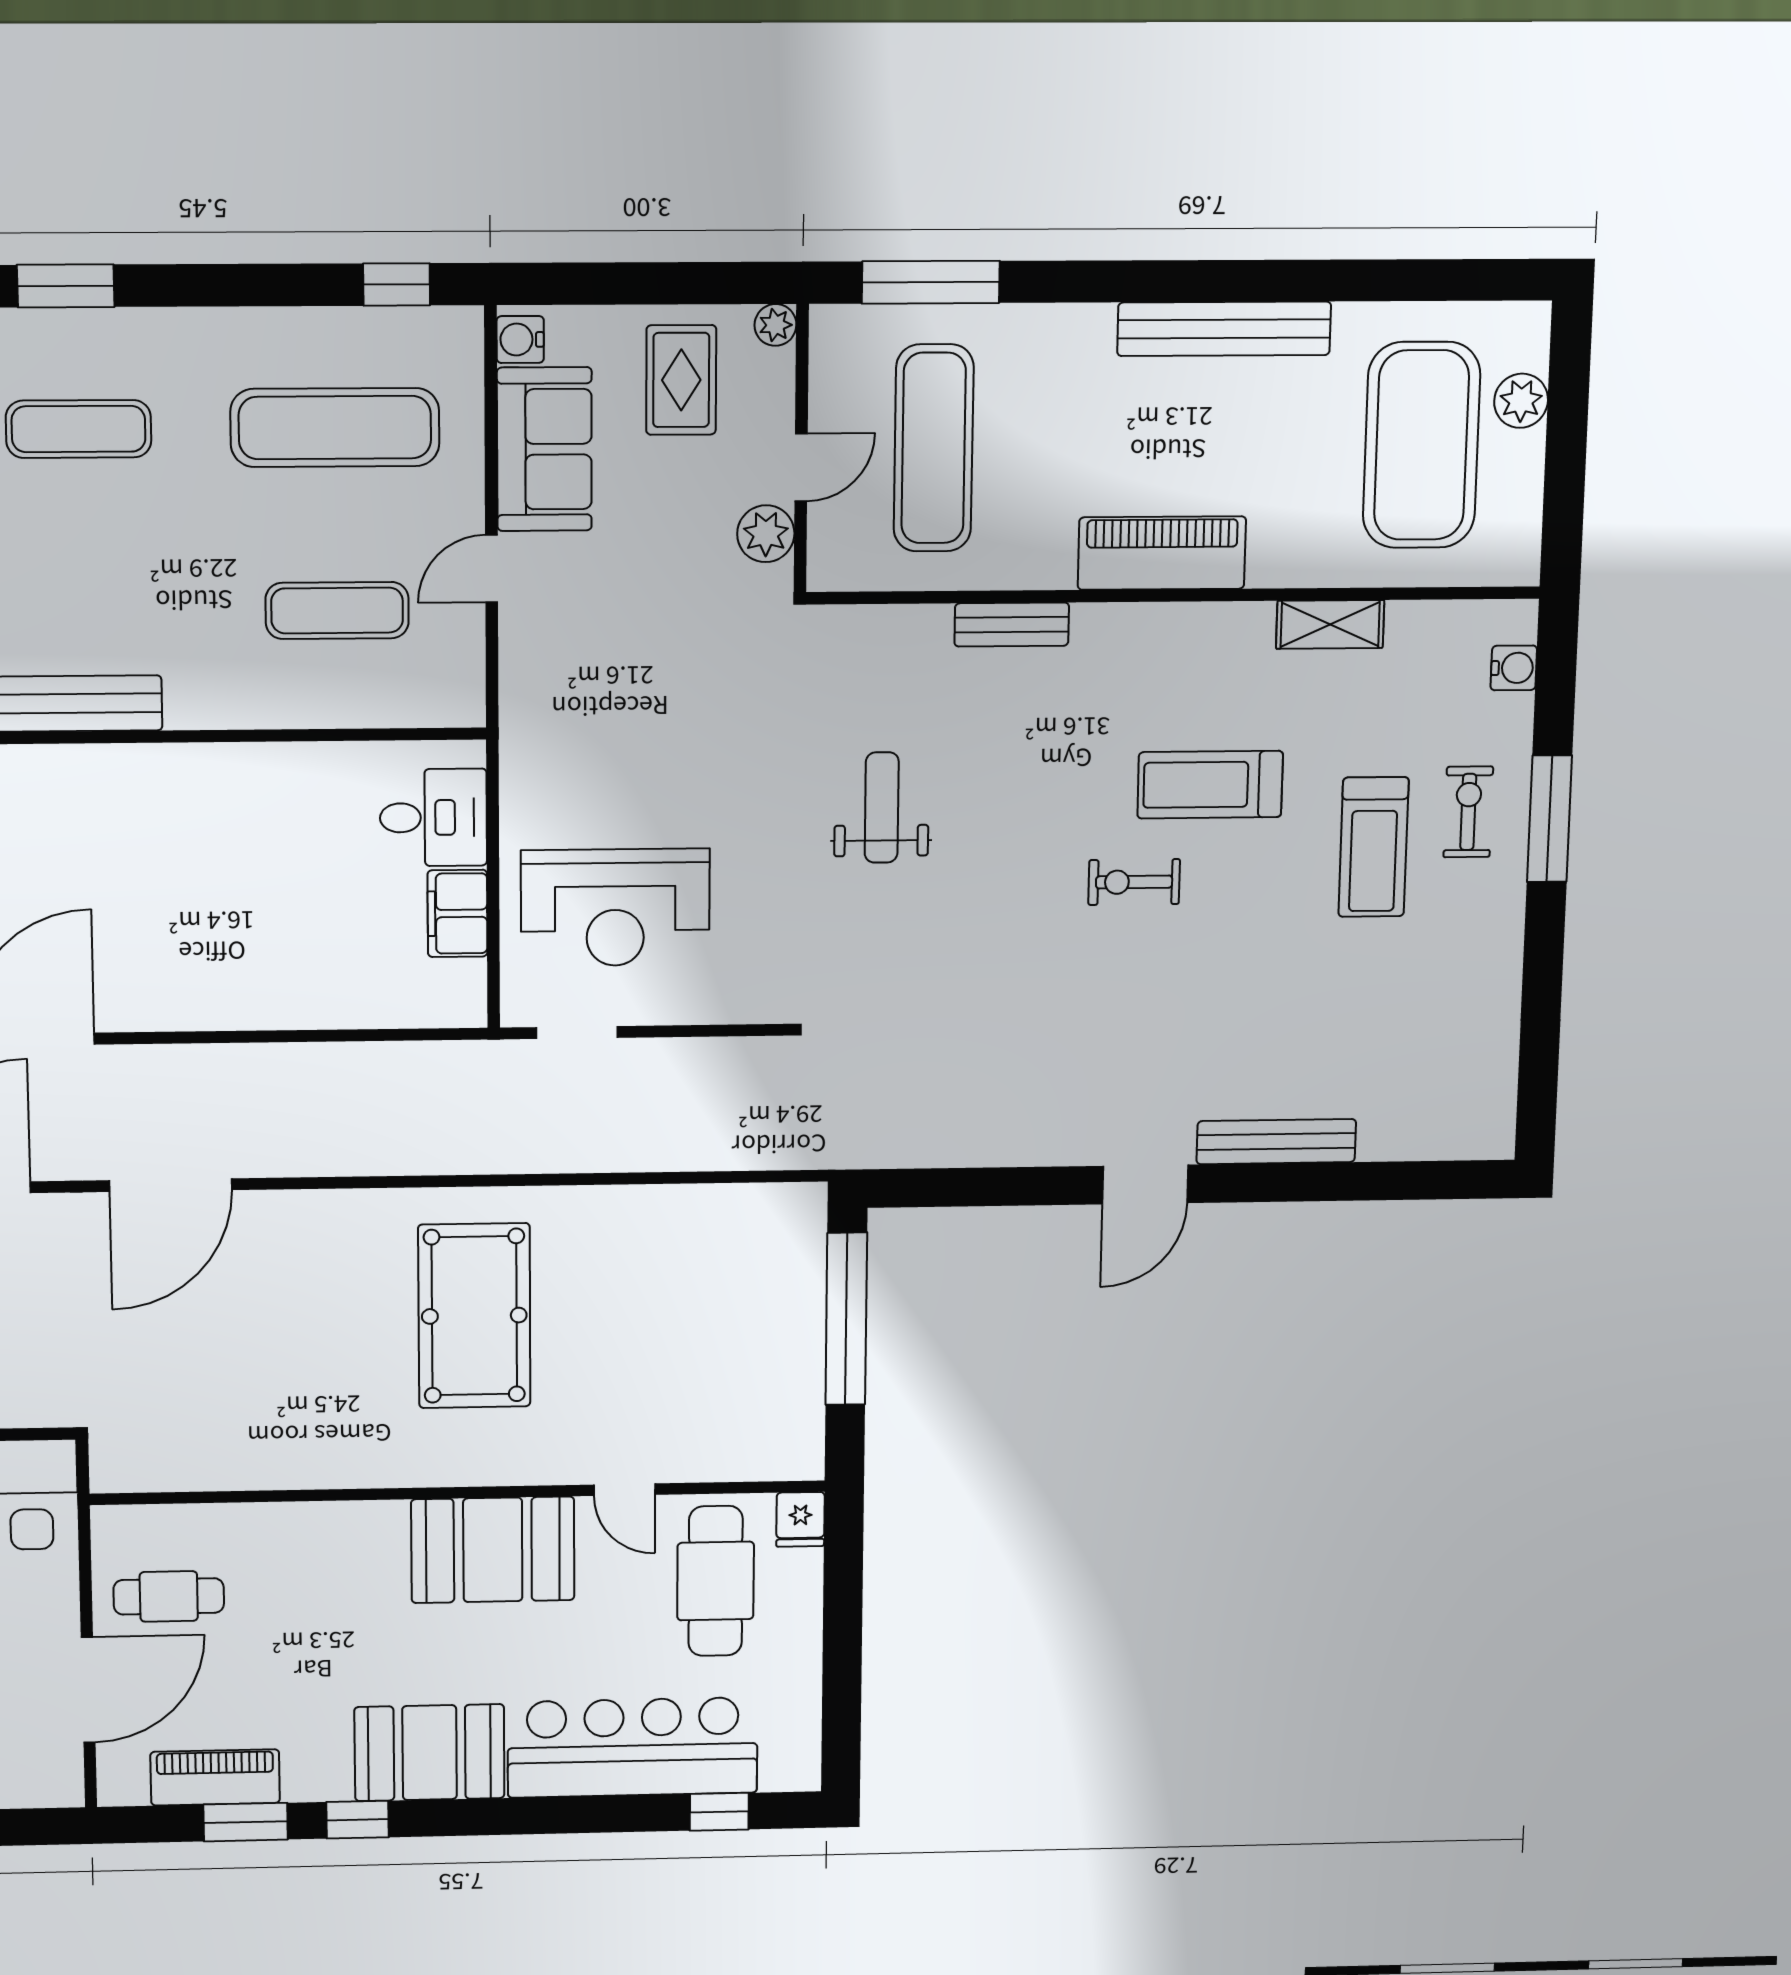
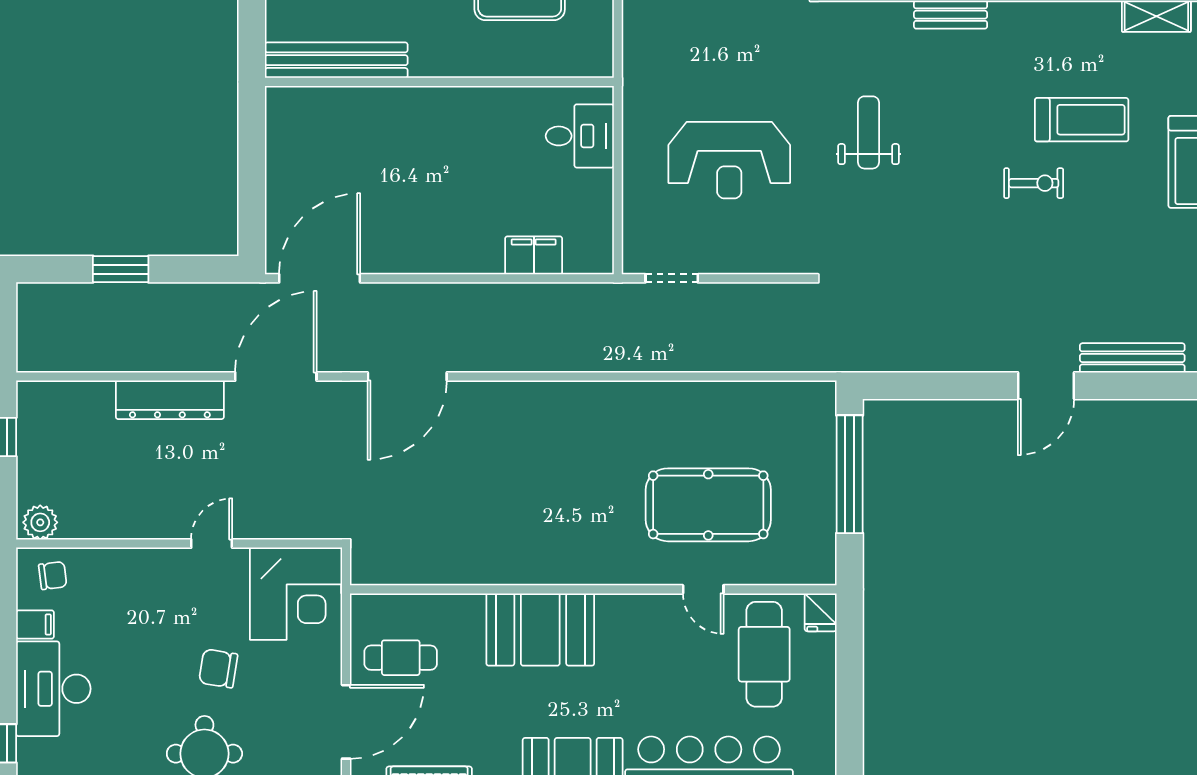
treadmill: (1210, 785) -> (1082, 120), turned 180
exercise bike: (1134, 882) -> (1034, 183), turned 180
reception desk: (615, 907) -> (729, 160), moved
filing cabinet: (457, 913) -> (534, 255), moved, turned 90
pool table: (474, 1316) -> (708, 505), moved, turned 90
booth: (493, 1550) -> (540, 630), moved

